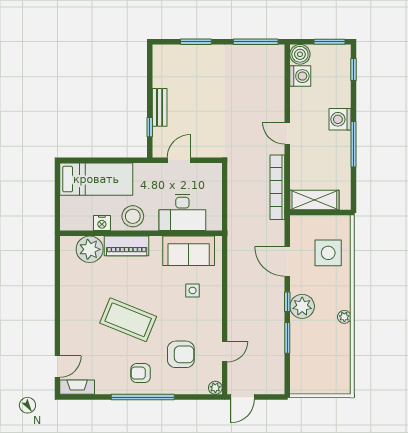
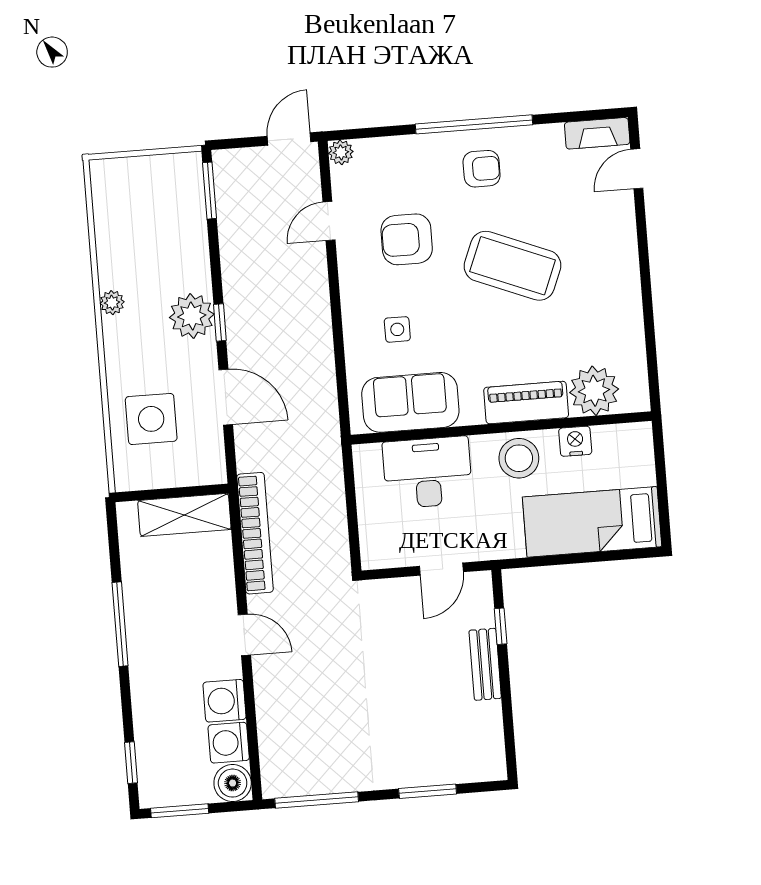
washing machine: (340, 119) -> (225, 701), moved, turned 180
window: (287, 338) -> (209, 191), moved
armchair: (181, 354) -> (407, 239), moved

